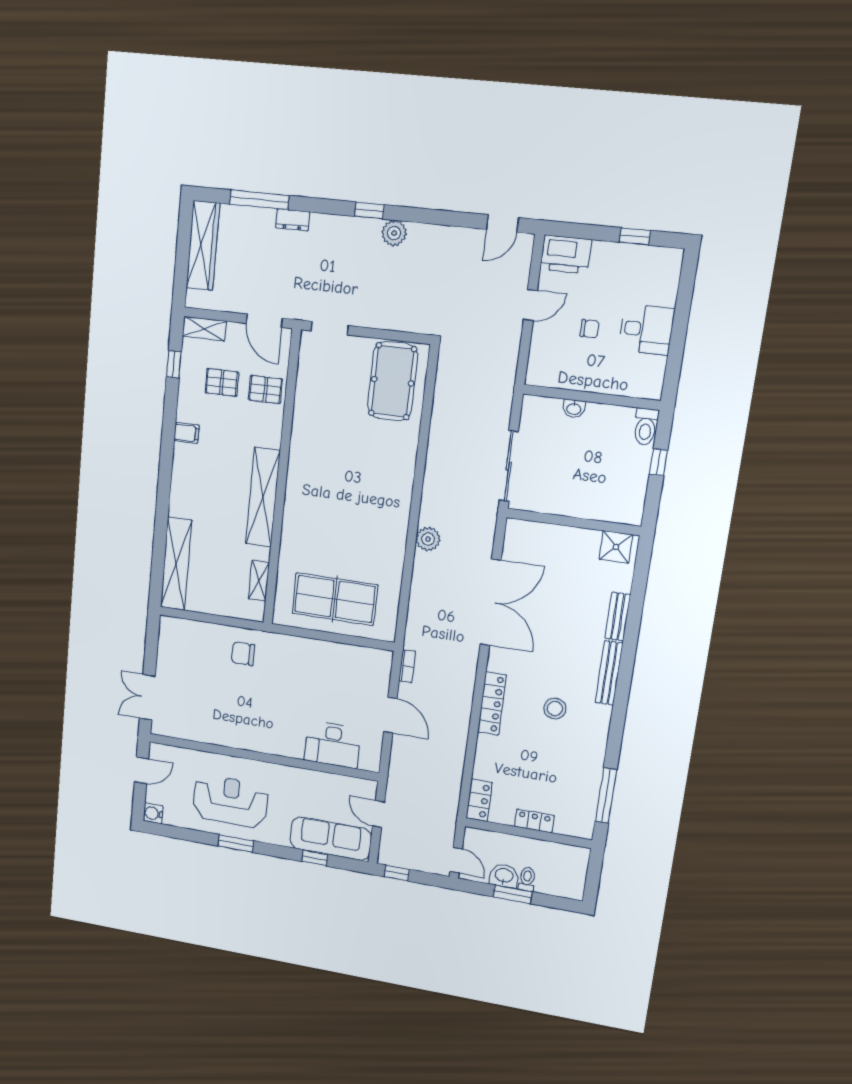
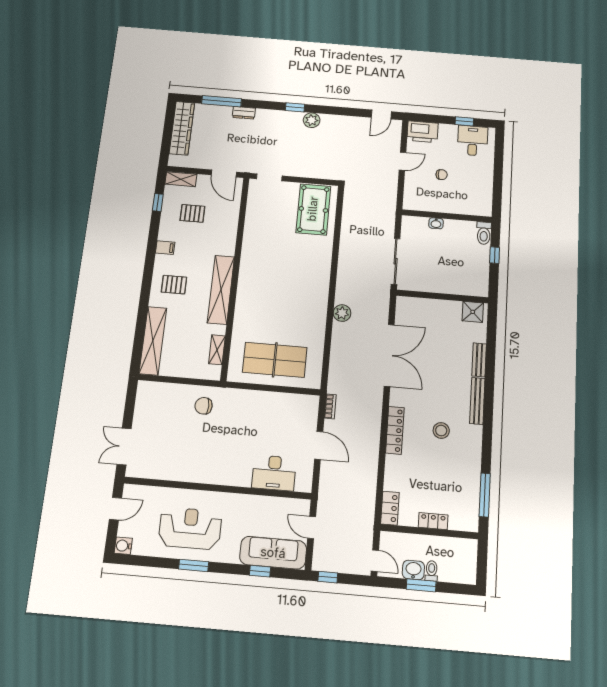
desk: (646, 329) -> (473, 141), moved, turned -90
pallet: (265, 389) -> (174, 285), moved

